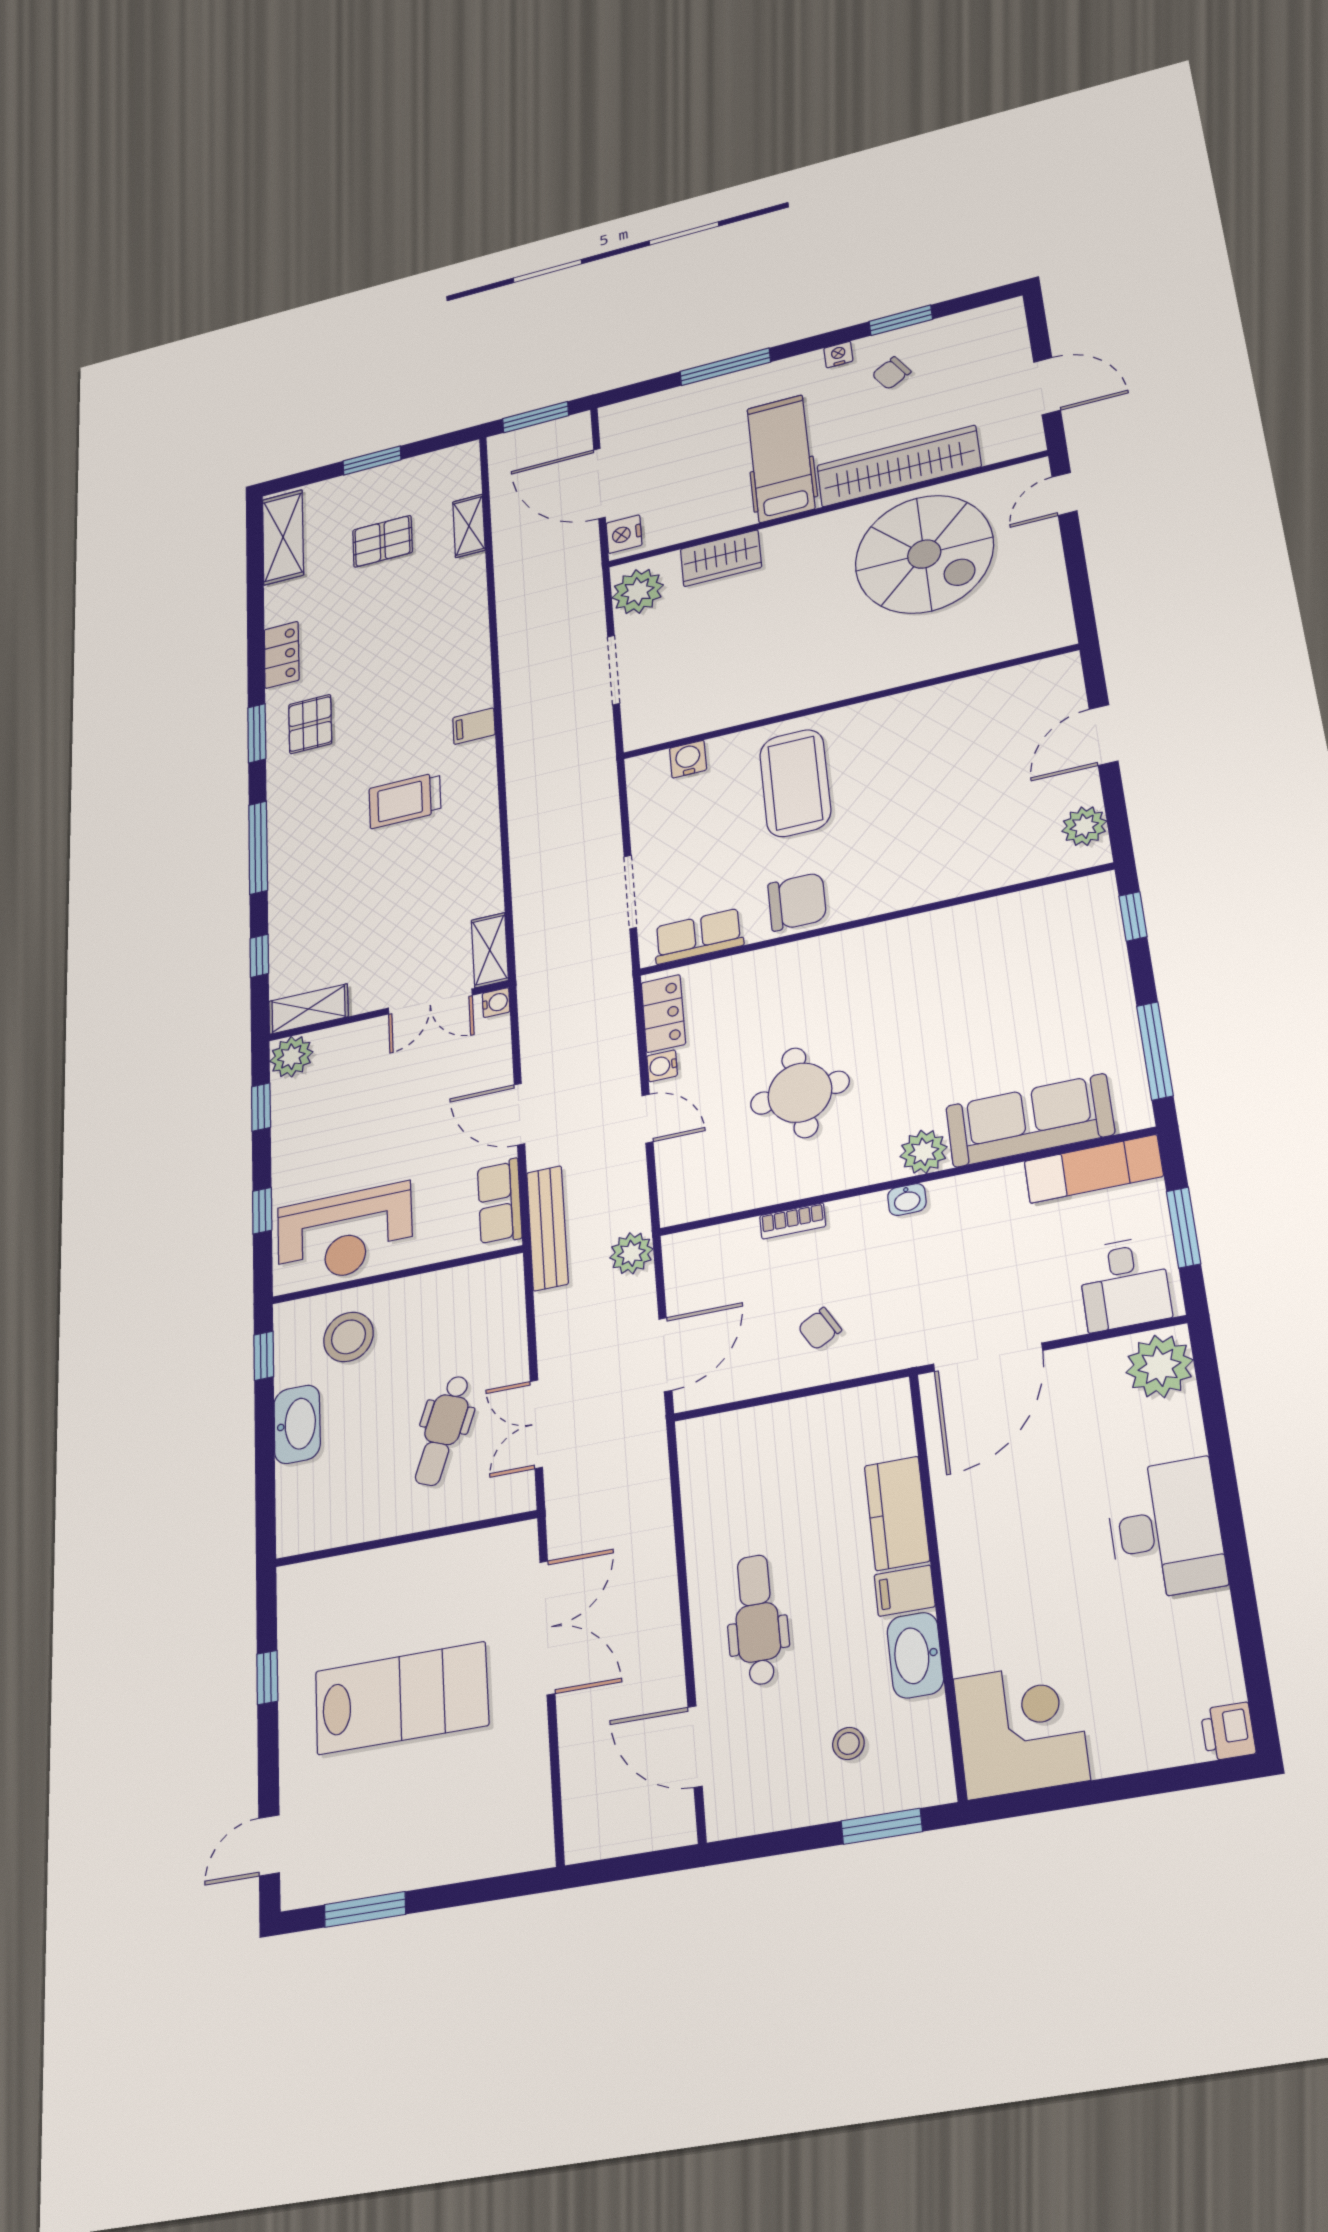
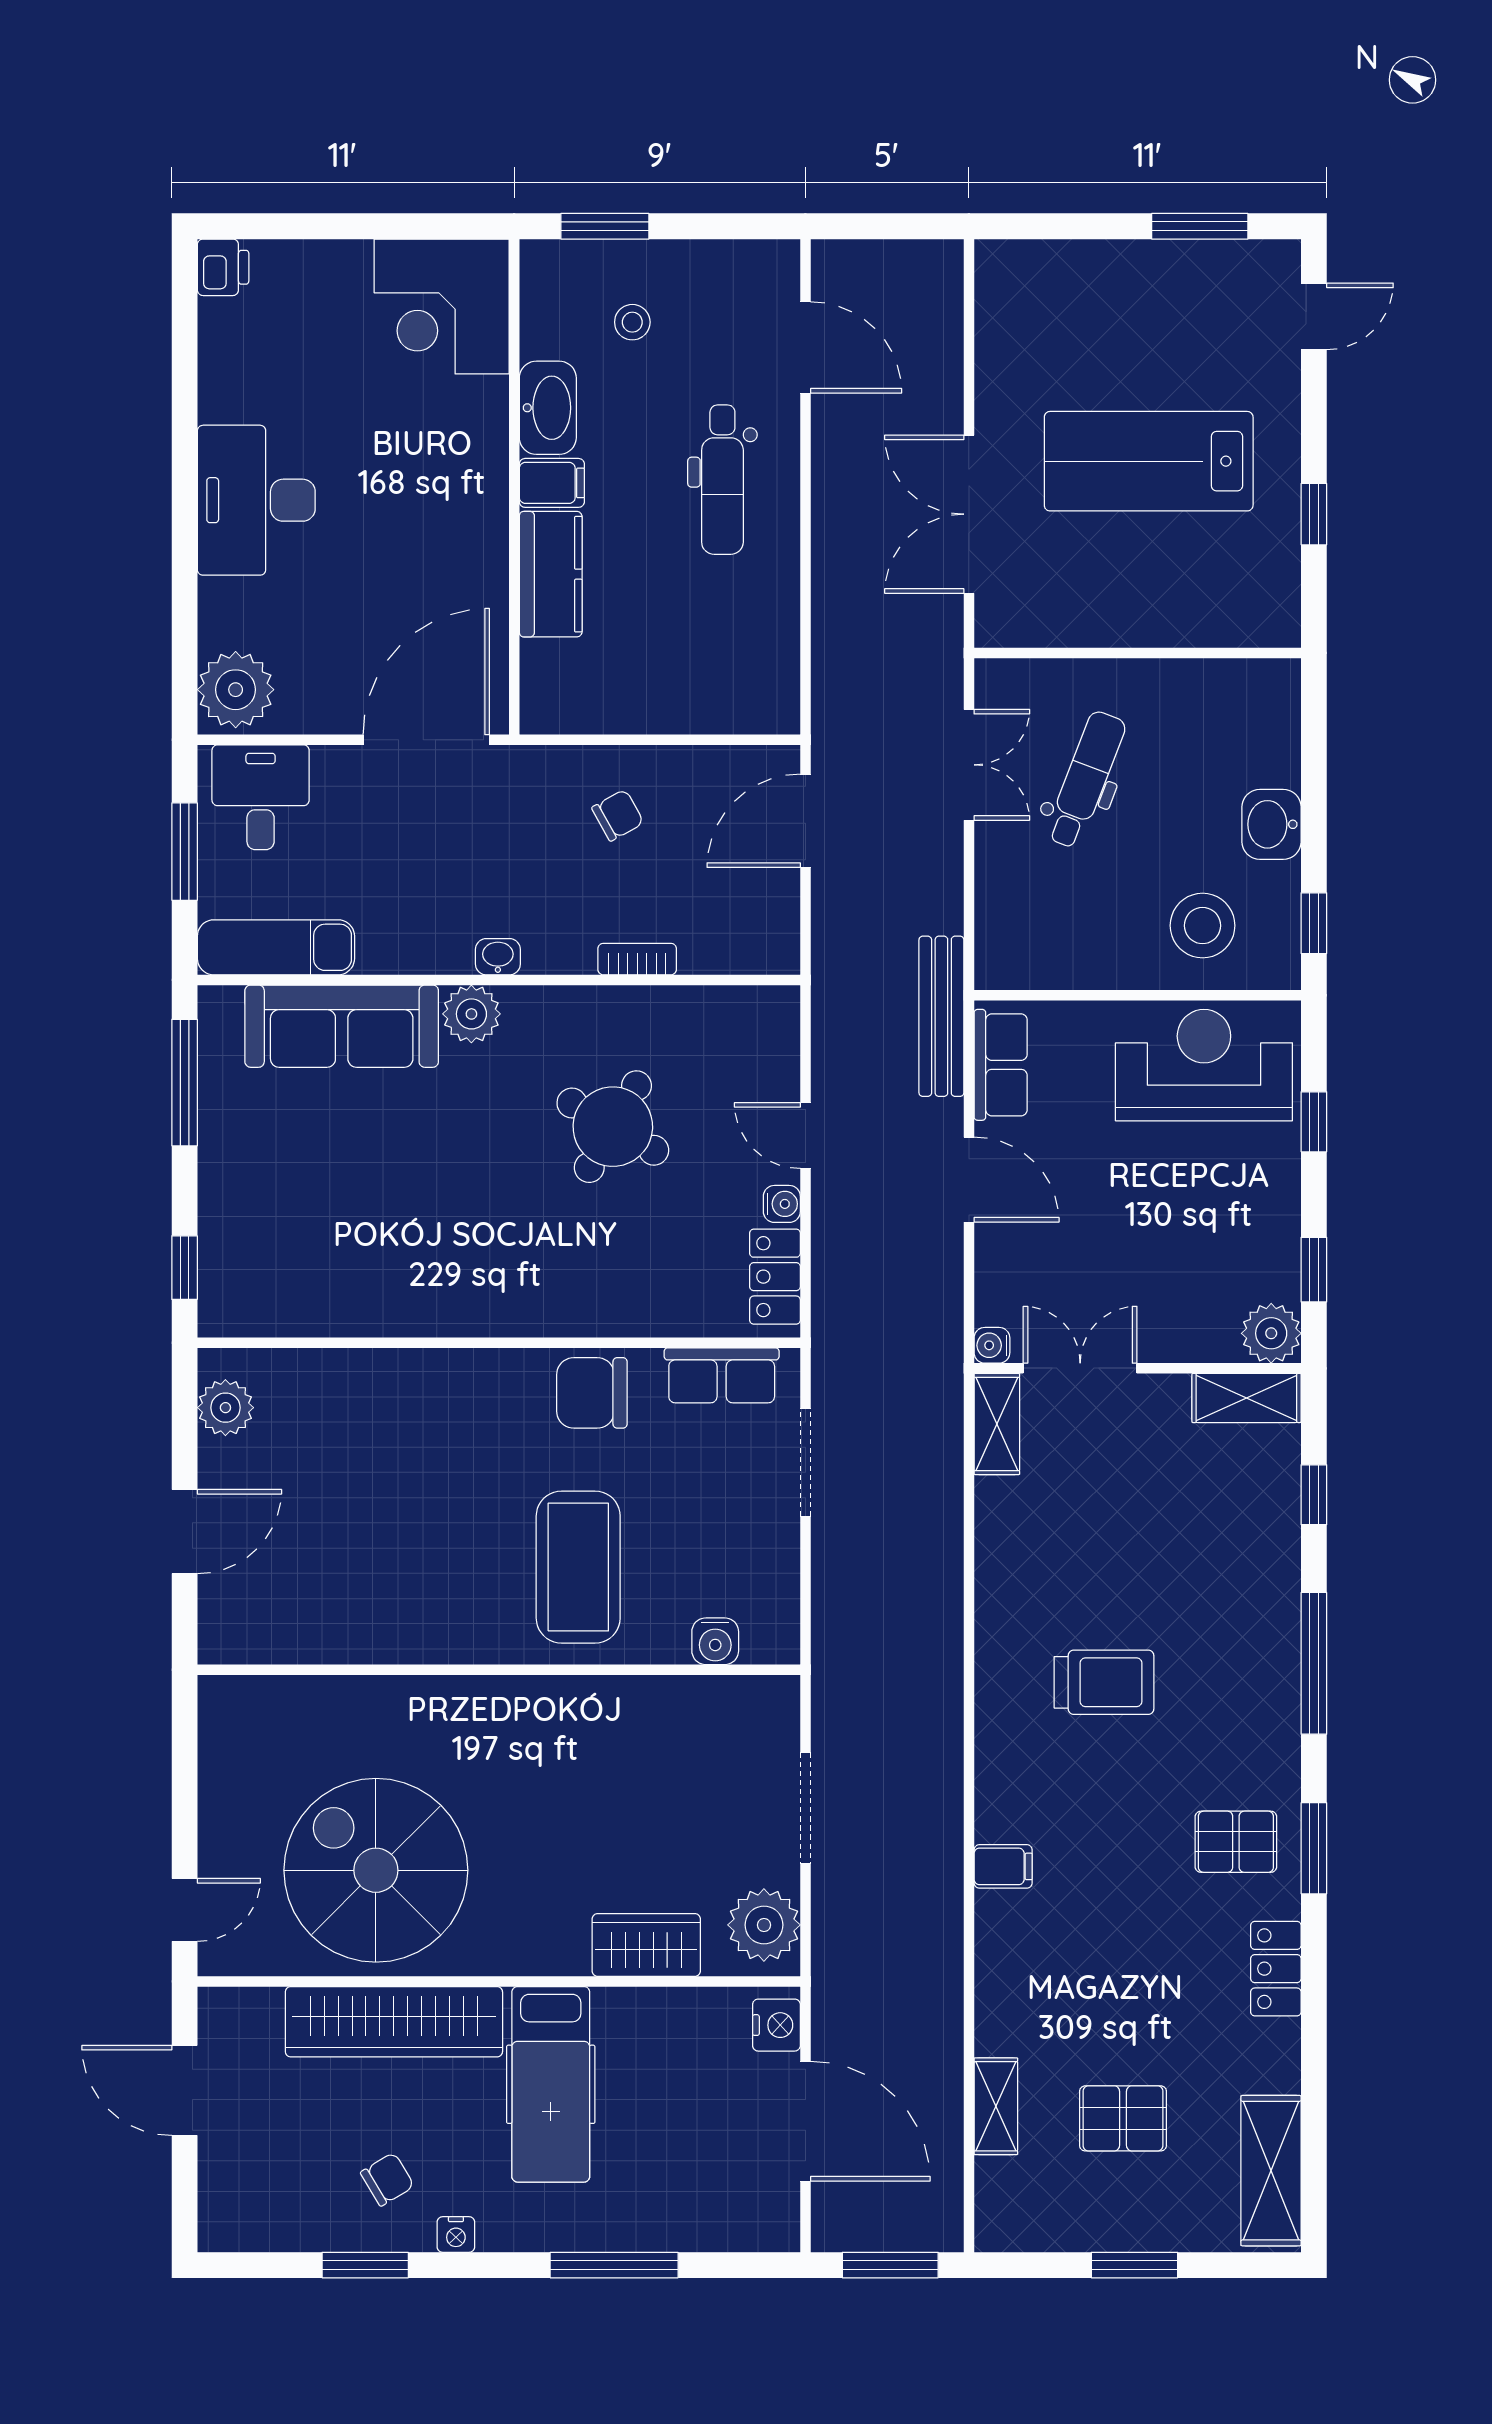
pallet: (310, 724) -> (1236, 1842), turned 90
filing cabinet: (474, 726) -> (1003, 1866), moved
round table: (800, 1093) -> (613, 1127), turned 34
plant: (631, 1253) -> (838, 960), removed
washbasin: (297, 1424) -> (1272, 824), width x0.72

